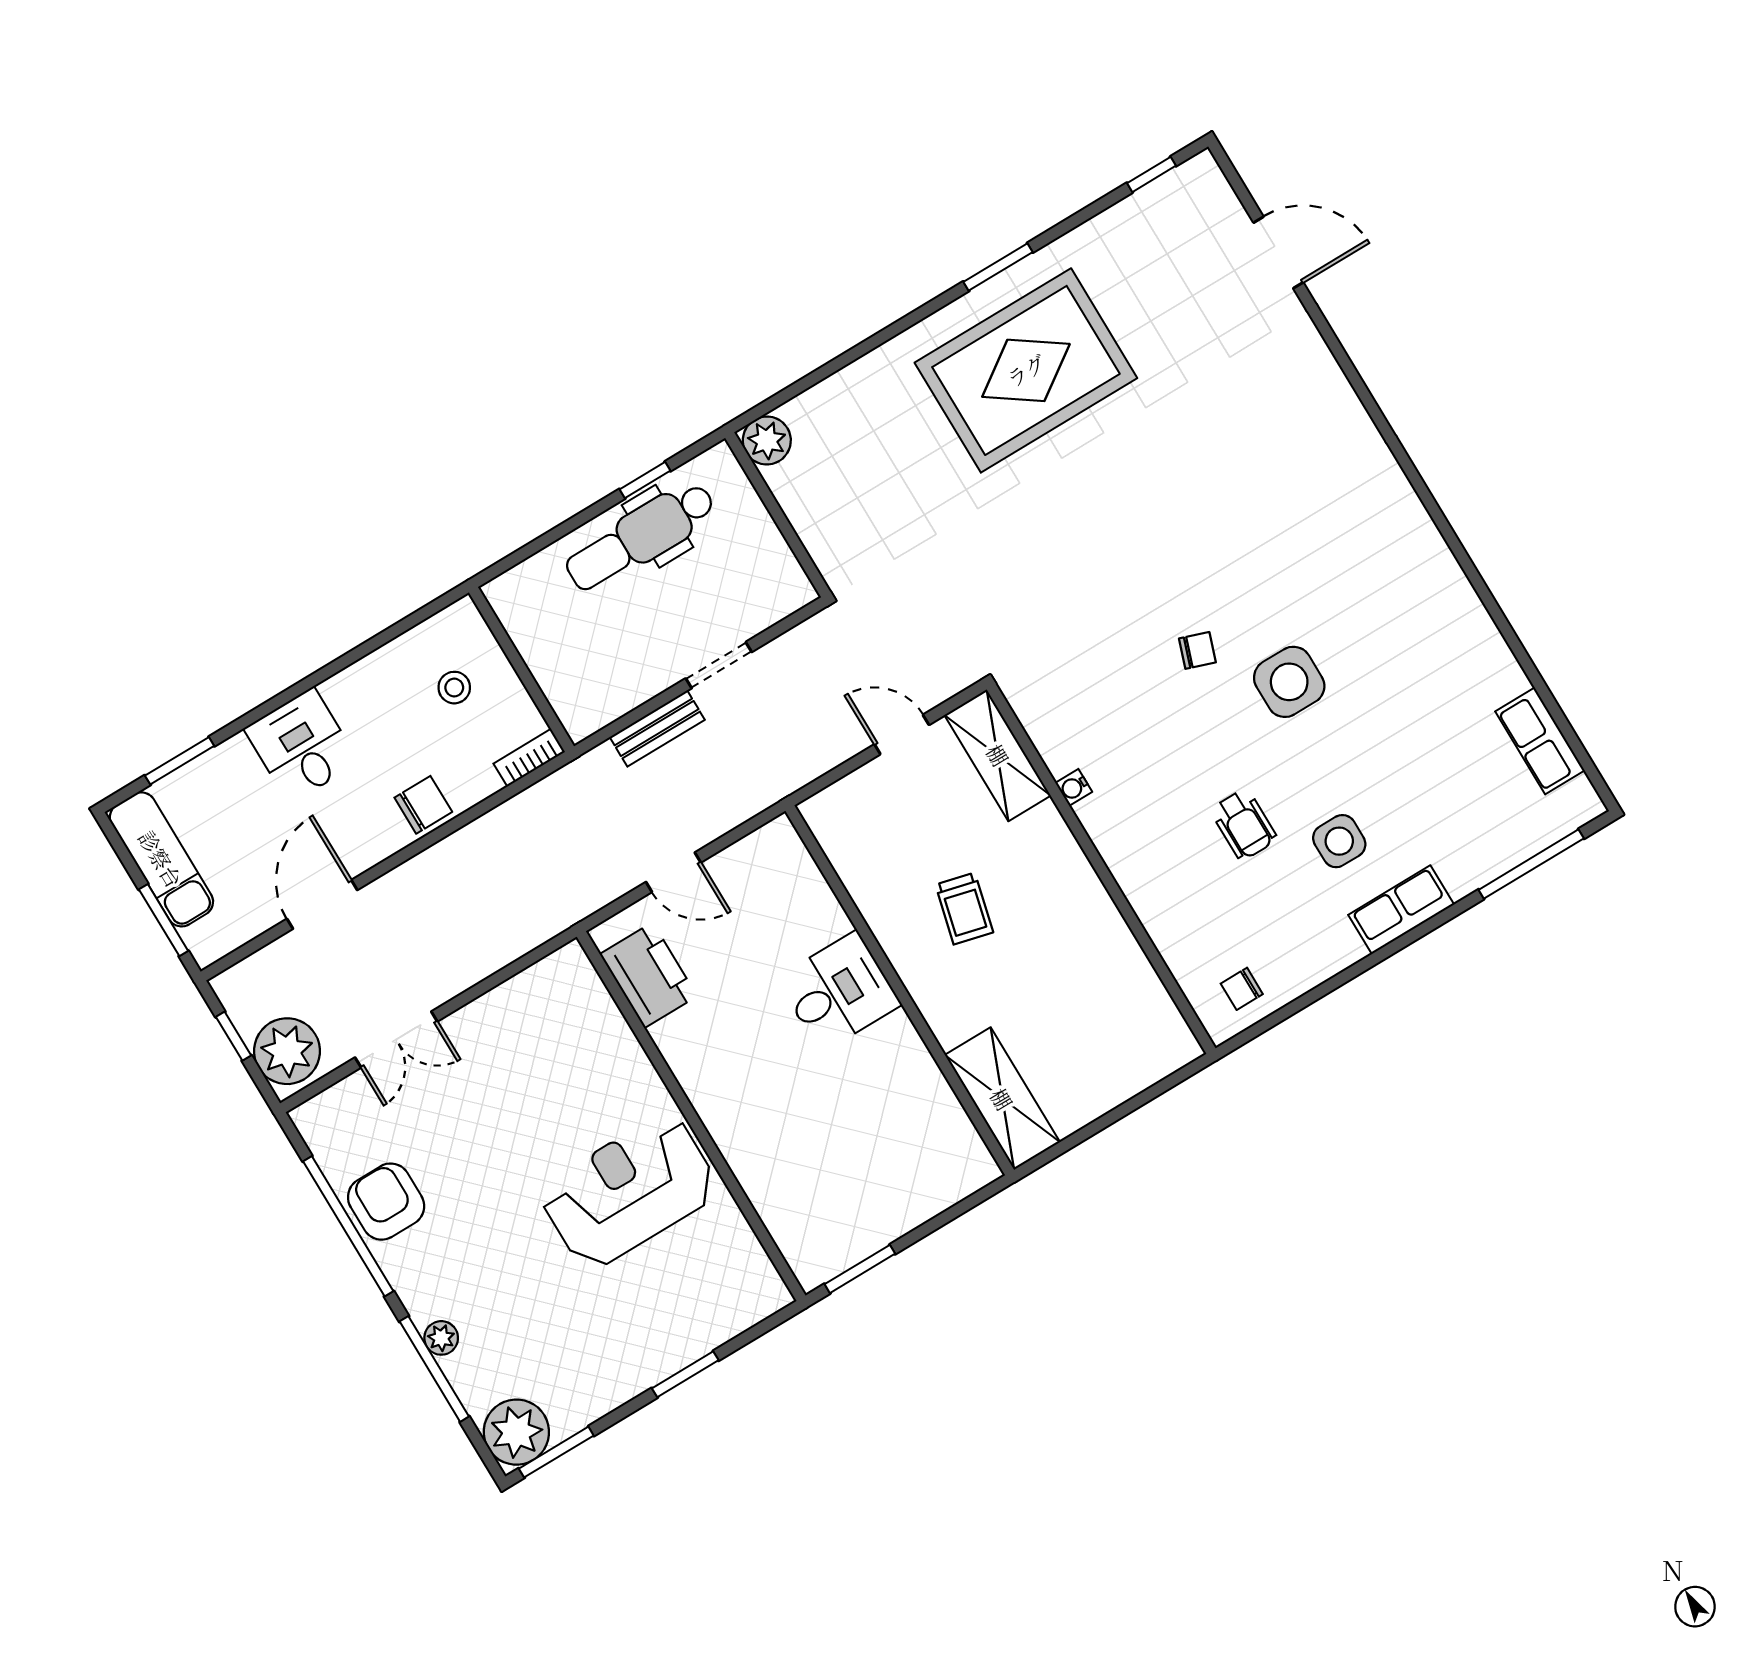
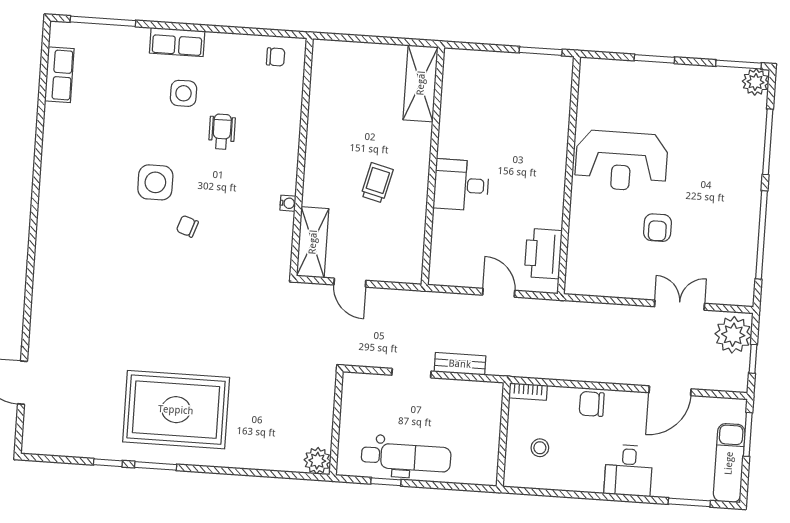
window: (1151, 174) -> (108, 463), moved
armchair: (386, 1202) -> (657, 228), moved, width x0.72, depth x0.72
plant: (441, 1338) -> (755, 154), removed
plant: (516, 1432) -> (756, 82), width x0.73, depth x0.73

